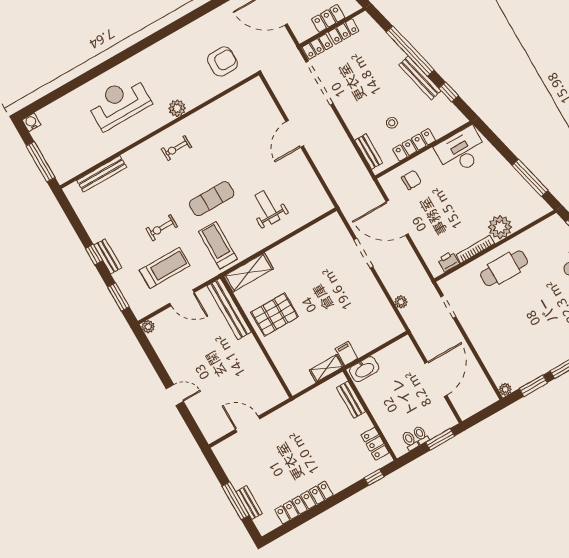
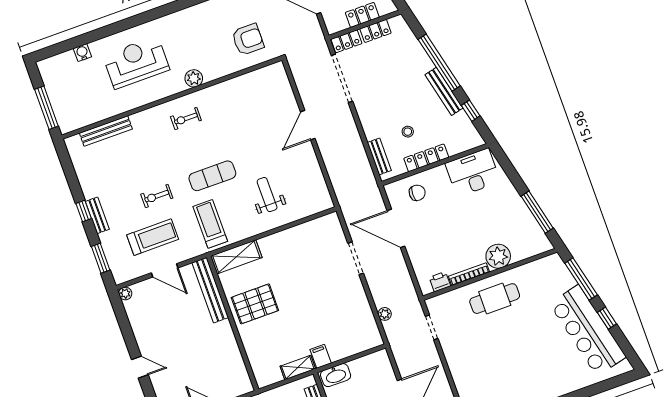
water cooler: (31, 122) -> (82, 53), moved

